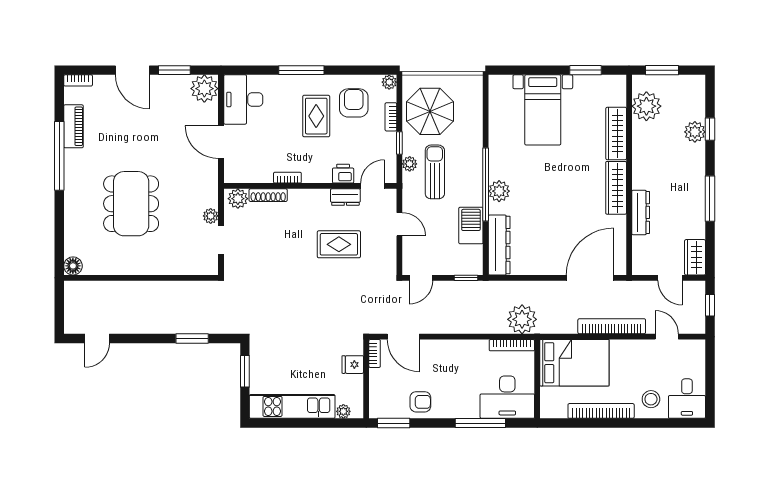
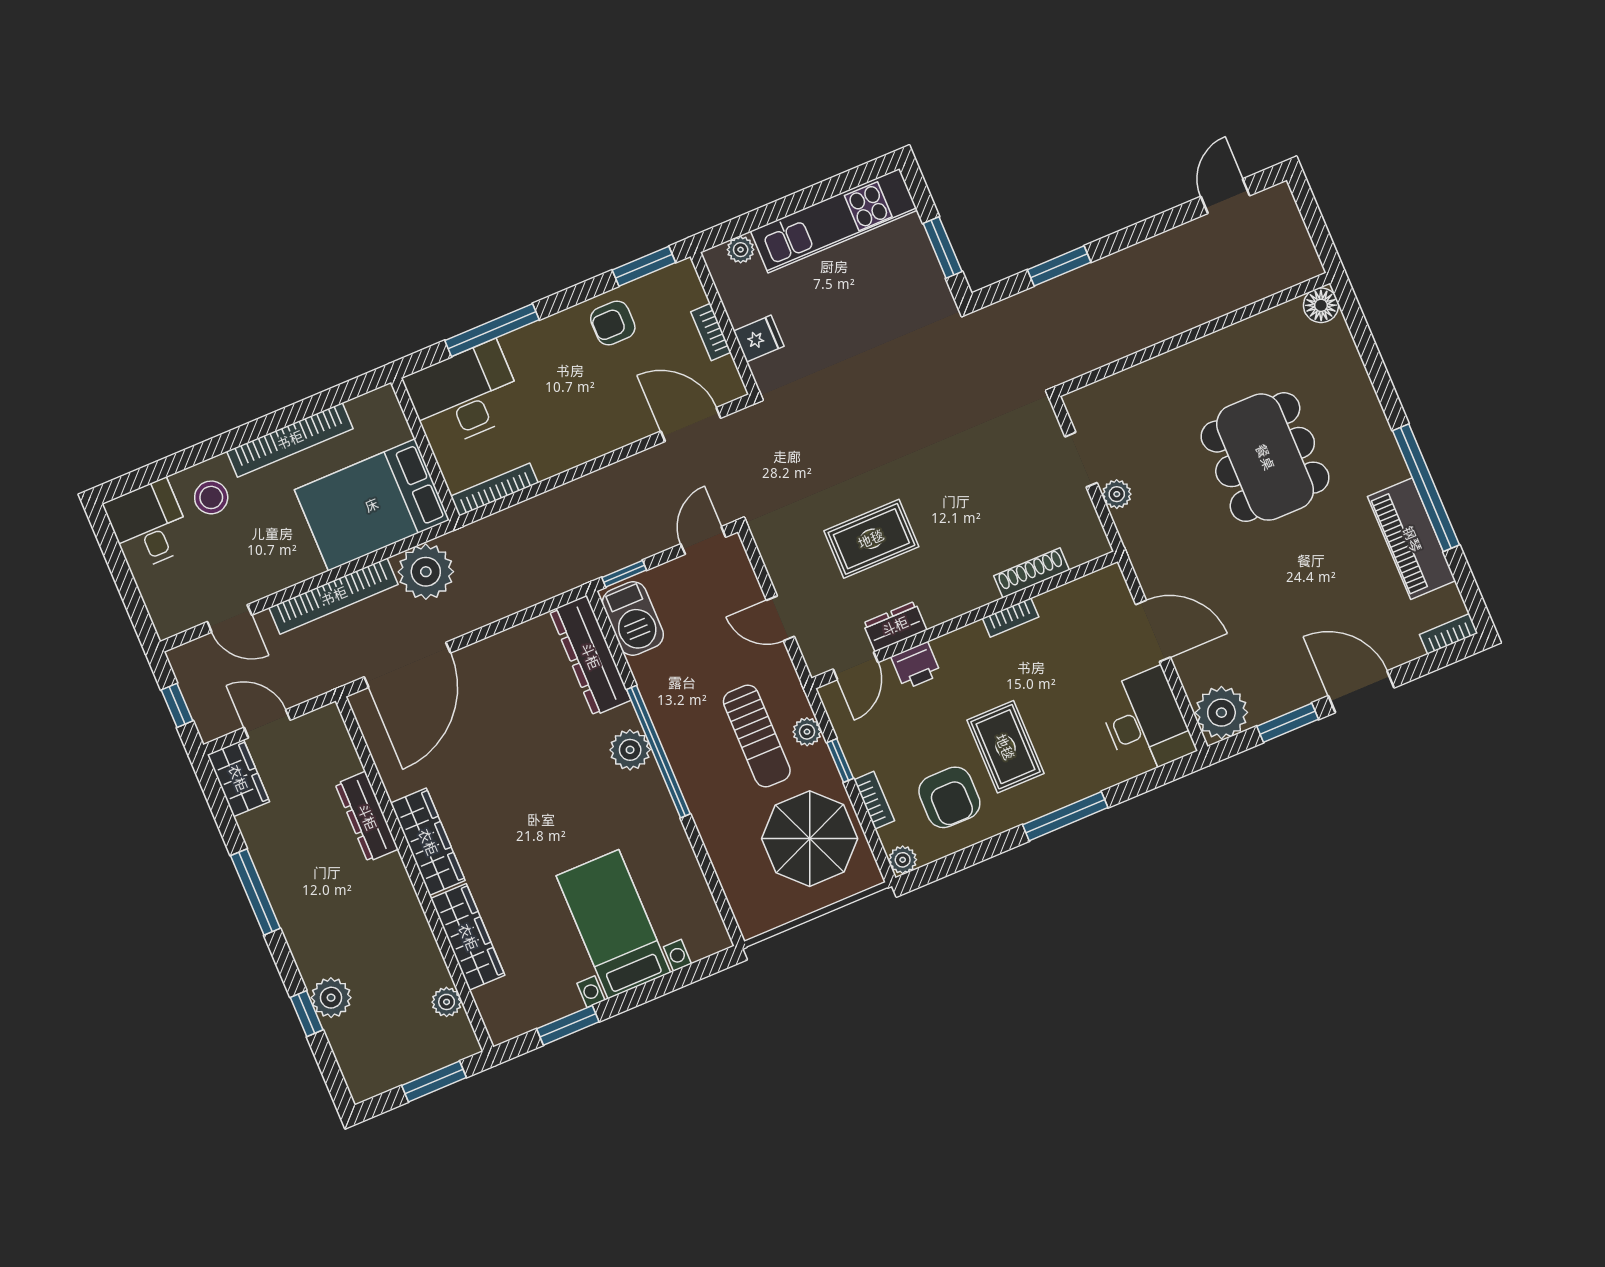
plant: (646, 106) -> (447, 1002), width x0.53, depth x0.53
piano: (73, 126) -> (1412, 539), width x1.37, depth x1.33
plant: (238, 199) -> (1082, 545), removed
barbecue: (471, 225) -> (633, 618), moved
plant: (522, 319) -> (426, 572), moved
bookcase: (375, 353) -> (711, 332), moved

